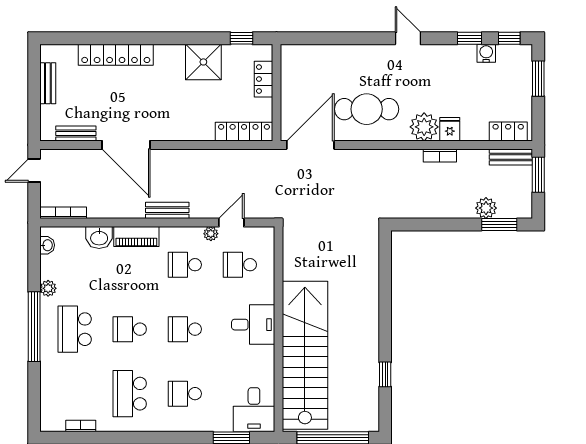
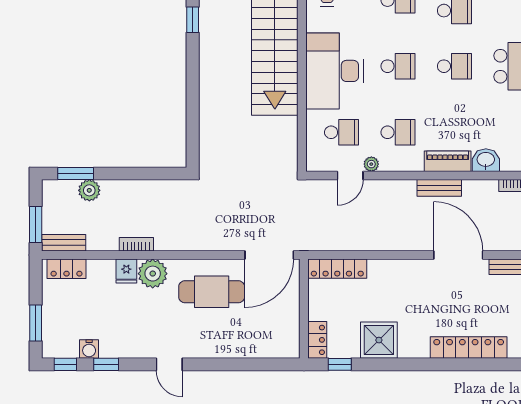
locker: (264, 79) -> (317, 340), moved
bench: (167, 210) -> (439, 188), moved
desk: (253, 325) -> (335, 71), width x1.87, depth x1.30

